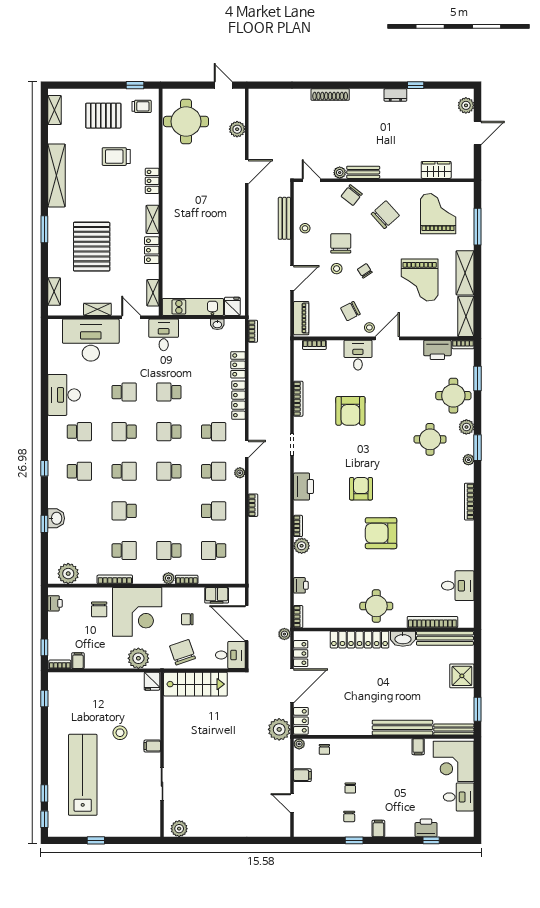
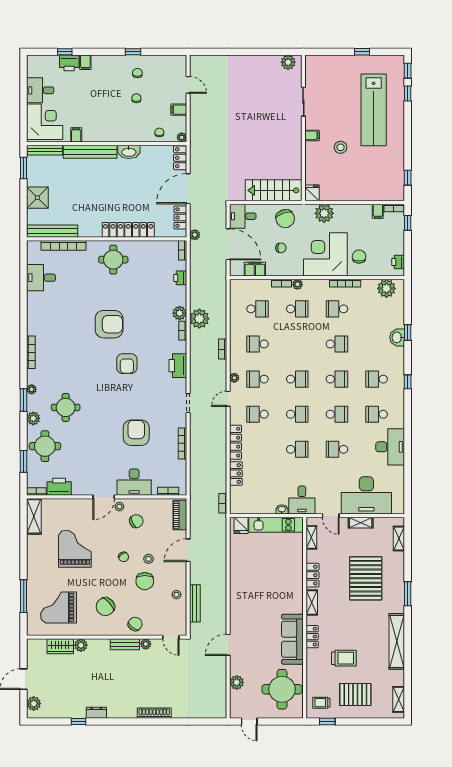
plant: (413, 171) -> (81, 645), added
sofa: (174, 178) -> (292, 639), added
grand piano: (438, 214) -> (59, 607), turned 90
shelving: (465, 273) -> (35, 555), removed
washbasin: (217, 324) -> (282, 509), moved
desk: (358, 355) -> (134, 482), width x1.37
school desk: (124, 471) -> (337, 379), turned 180
washbasin: (403, 639) -> (129, 152), moved, turned 180
plant: (279, 729) -> (199, 319), moved
filing cabinet: (378, 829) -> (85, 62), moved

